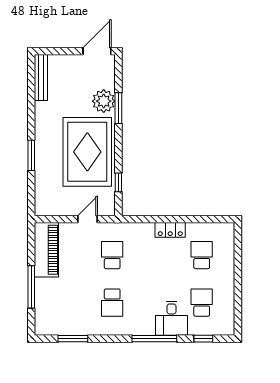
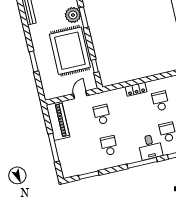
school desk: (112, 303) -> (109, 146), turned 180

